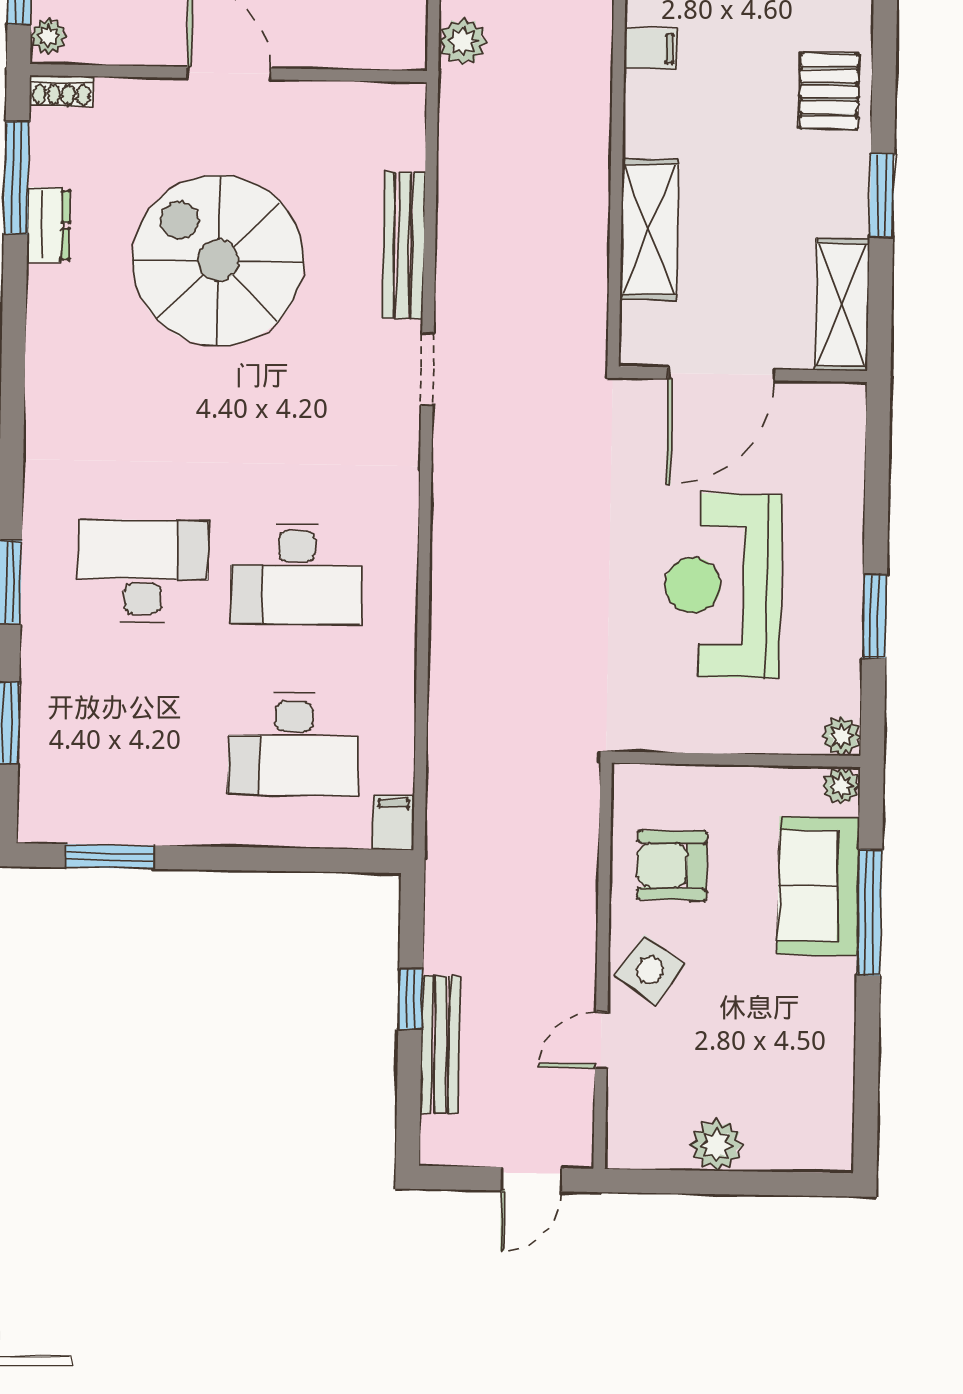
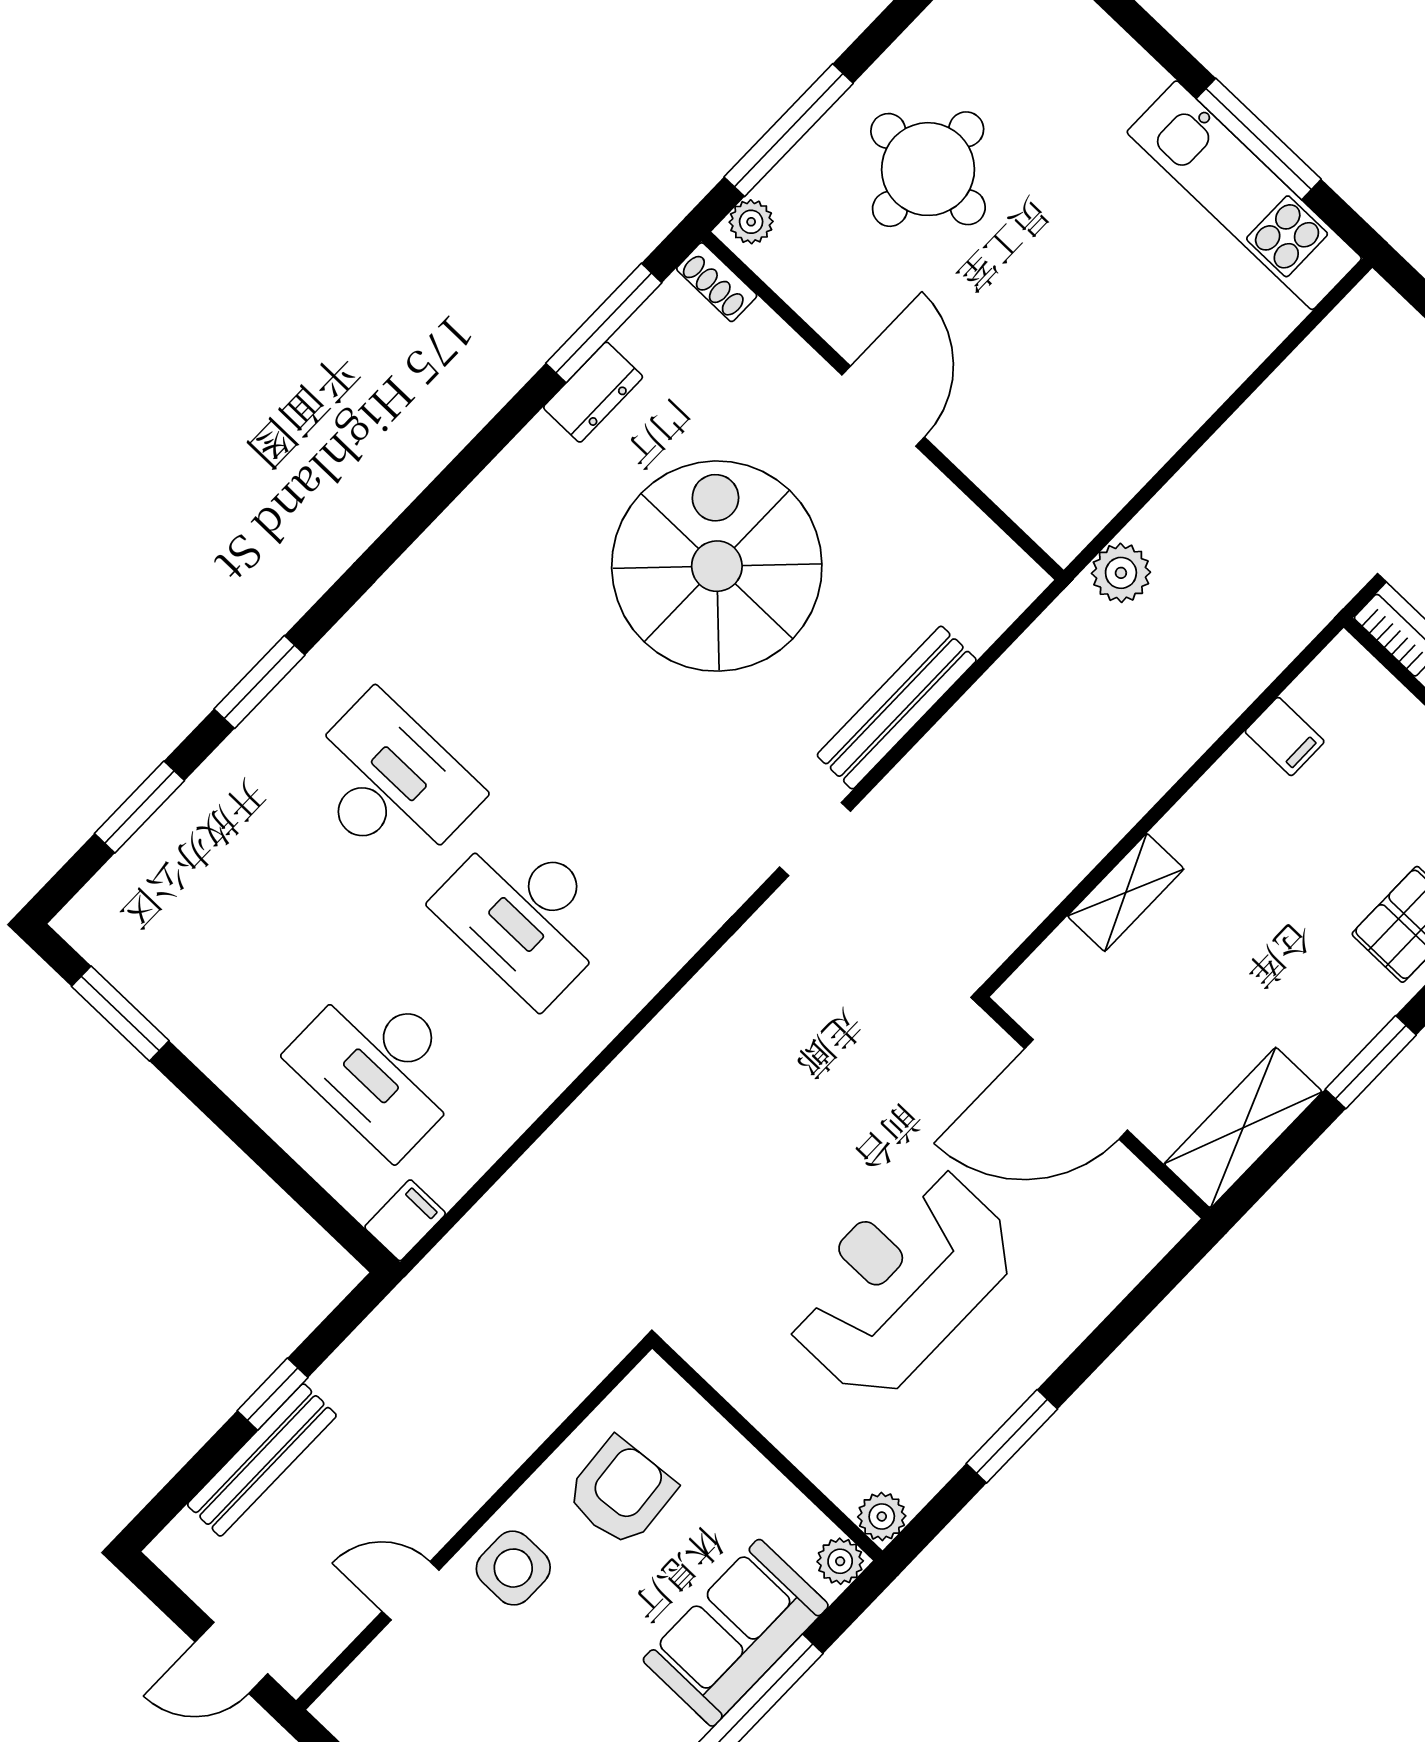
shelving: (649, 229) -> (1126, 892), width x0.67, depth x0.75
armchair: (672, 865) -> (621, 1492), turned 85
side table: (650, 970) -> (513, 1568), turned -35

